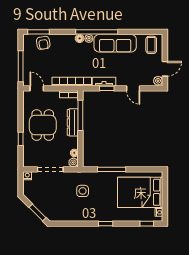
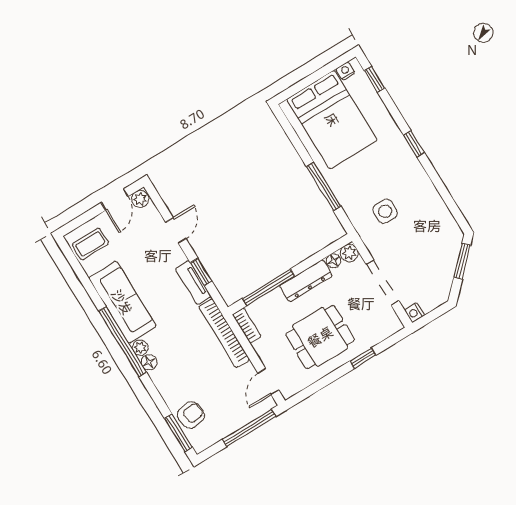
door: (165, 69) -> (115, 200), swing flipped
dresser: (73, 122) -> (306, 281), moved

